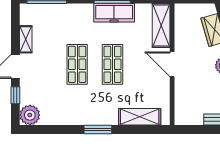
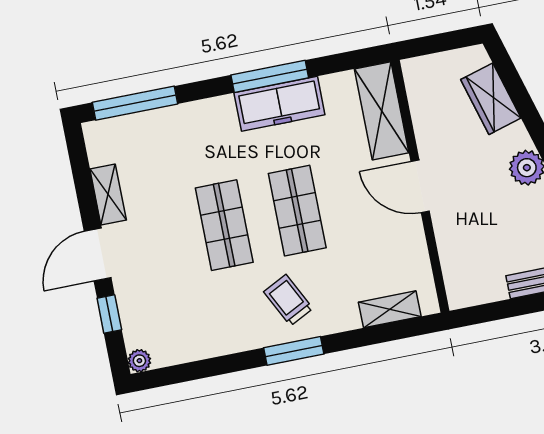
trolley: (100, 105) -> (288, 300), added
plant: (30, 115) -> (139, 361), width x0.53, depth x0.53
shelving: (140, 117) -> (390, 309), width x0.67, depth x0.75

